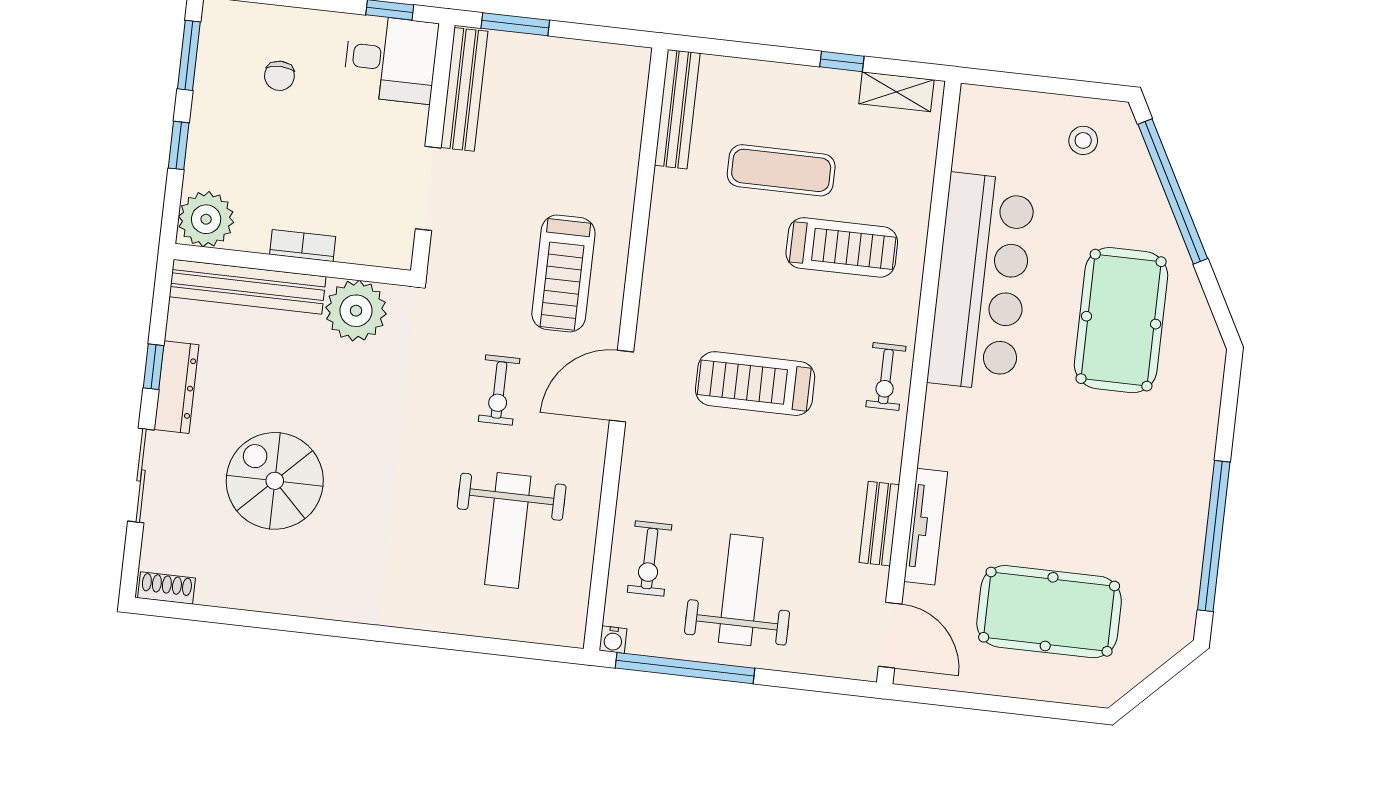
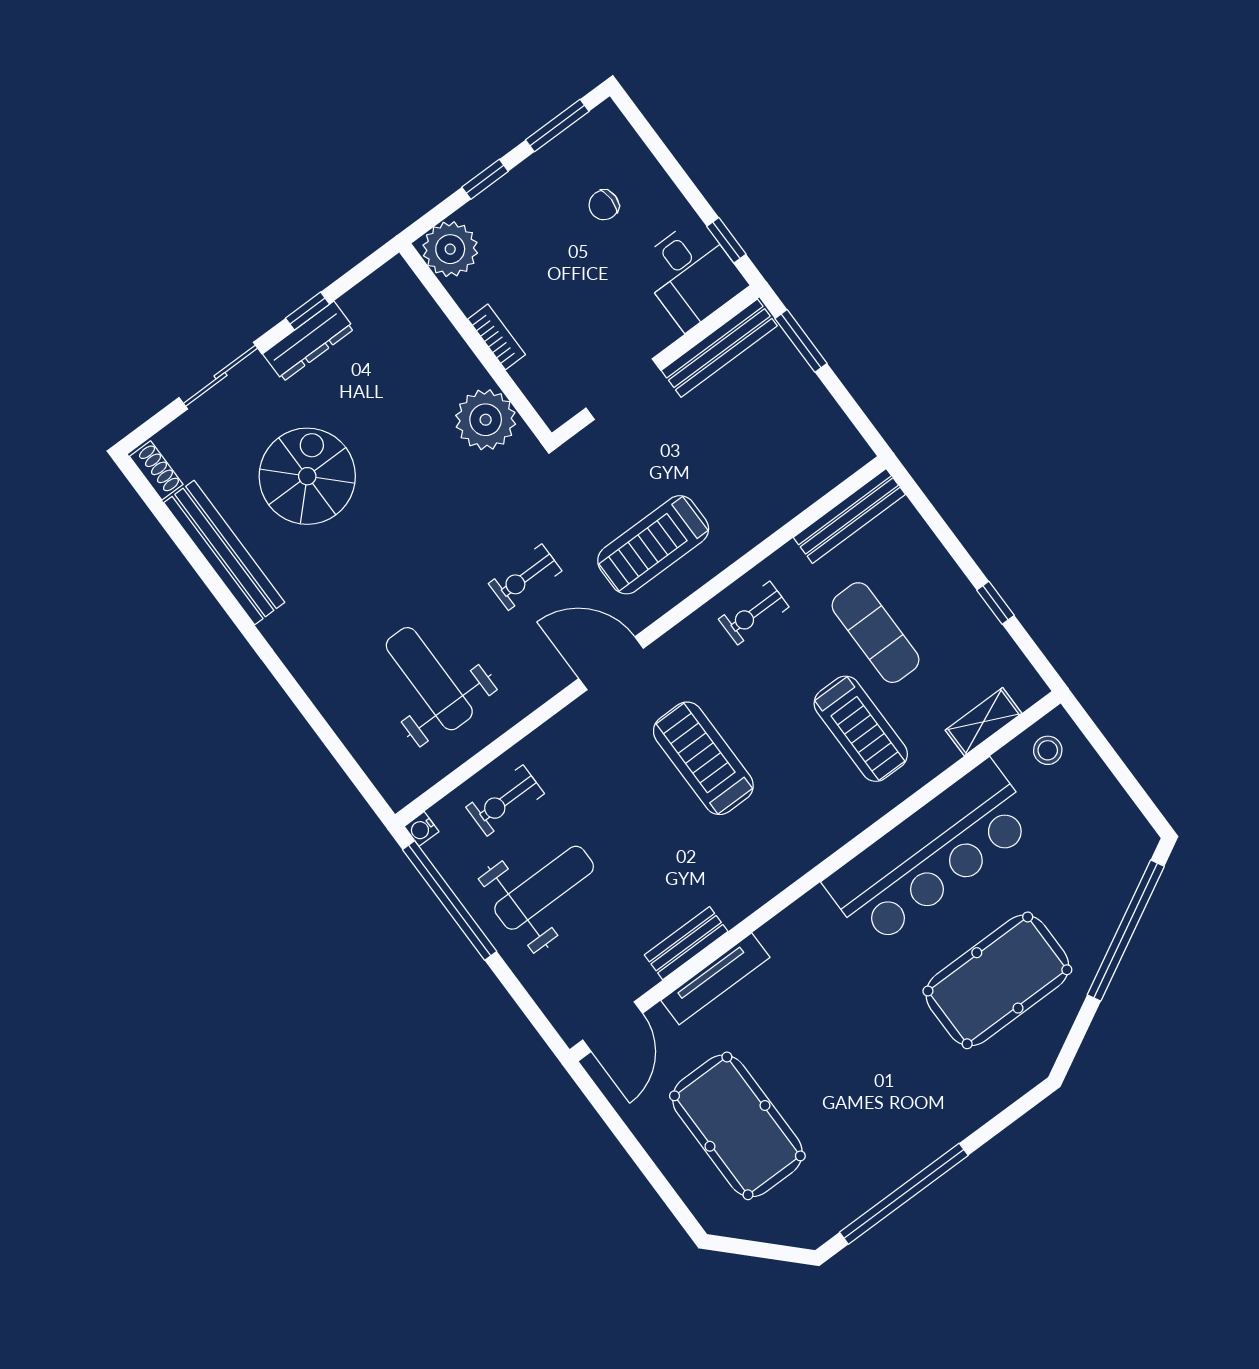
shelving: (896, 92) -> (983, 722), moved, turned 90
stool: (1083, 140) -> (1048, 750), moved
bench: (248, 287) -> (224, 552), moved
exercise bike: (886, 377) -> (754, 613), moved
weight bench: (508, 530) -> (429, 679), turned 90

